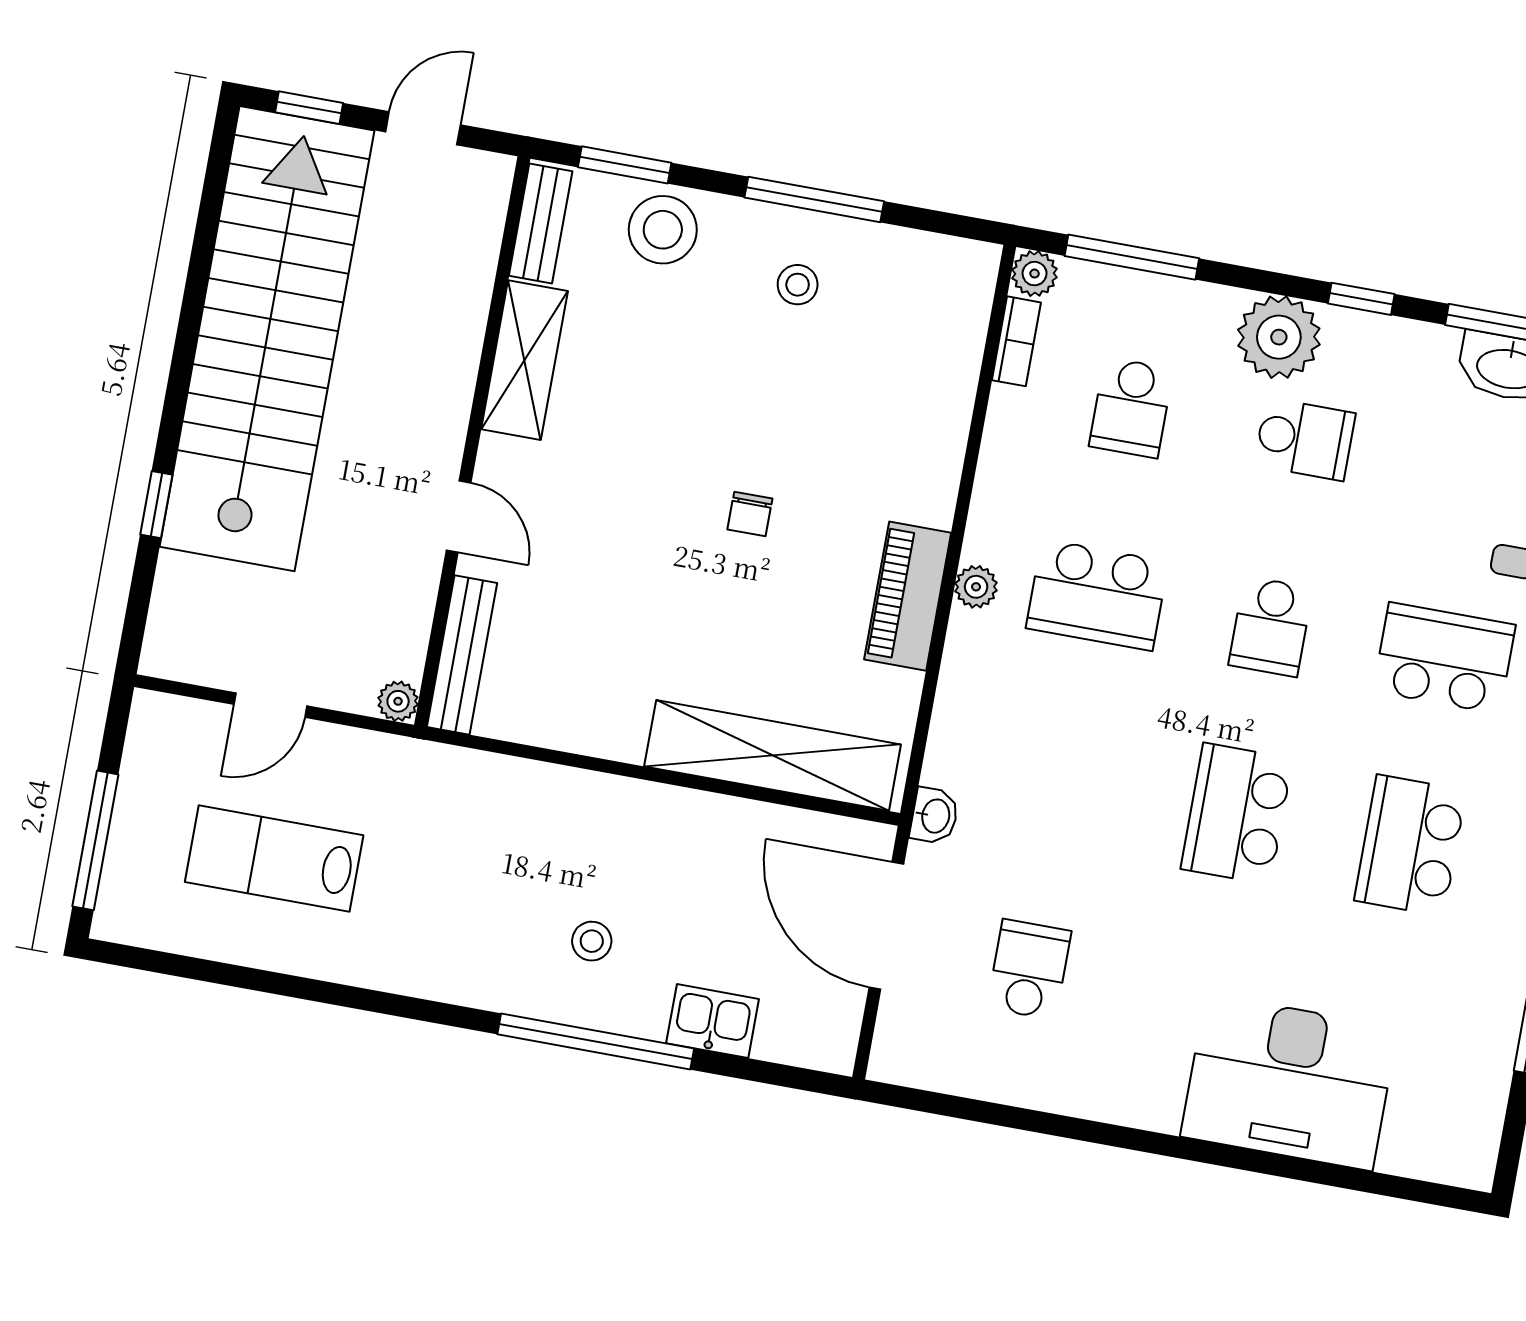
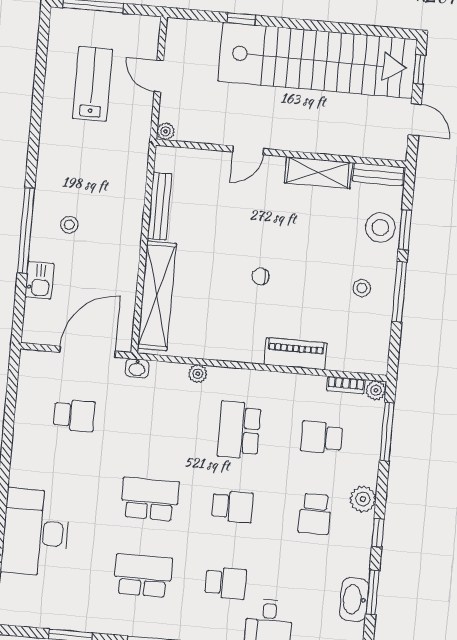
window: (625, 165) -> (405, 230), moved
plant: (1279, 337) -> (363, 499), width x0.73, depth x0.73
plant: (976, 587) -> (198, 374), moved
piano: (908, 596) -> (295, 354), moved
school desk: (1271, 626) -> (232, 506), turned 180
bench: (462, 655) -> (159, 206), moved, turned 90
school desk: (1444, 658) -> (226, 583), width x0.54

